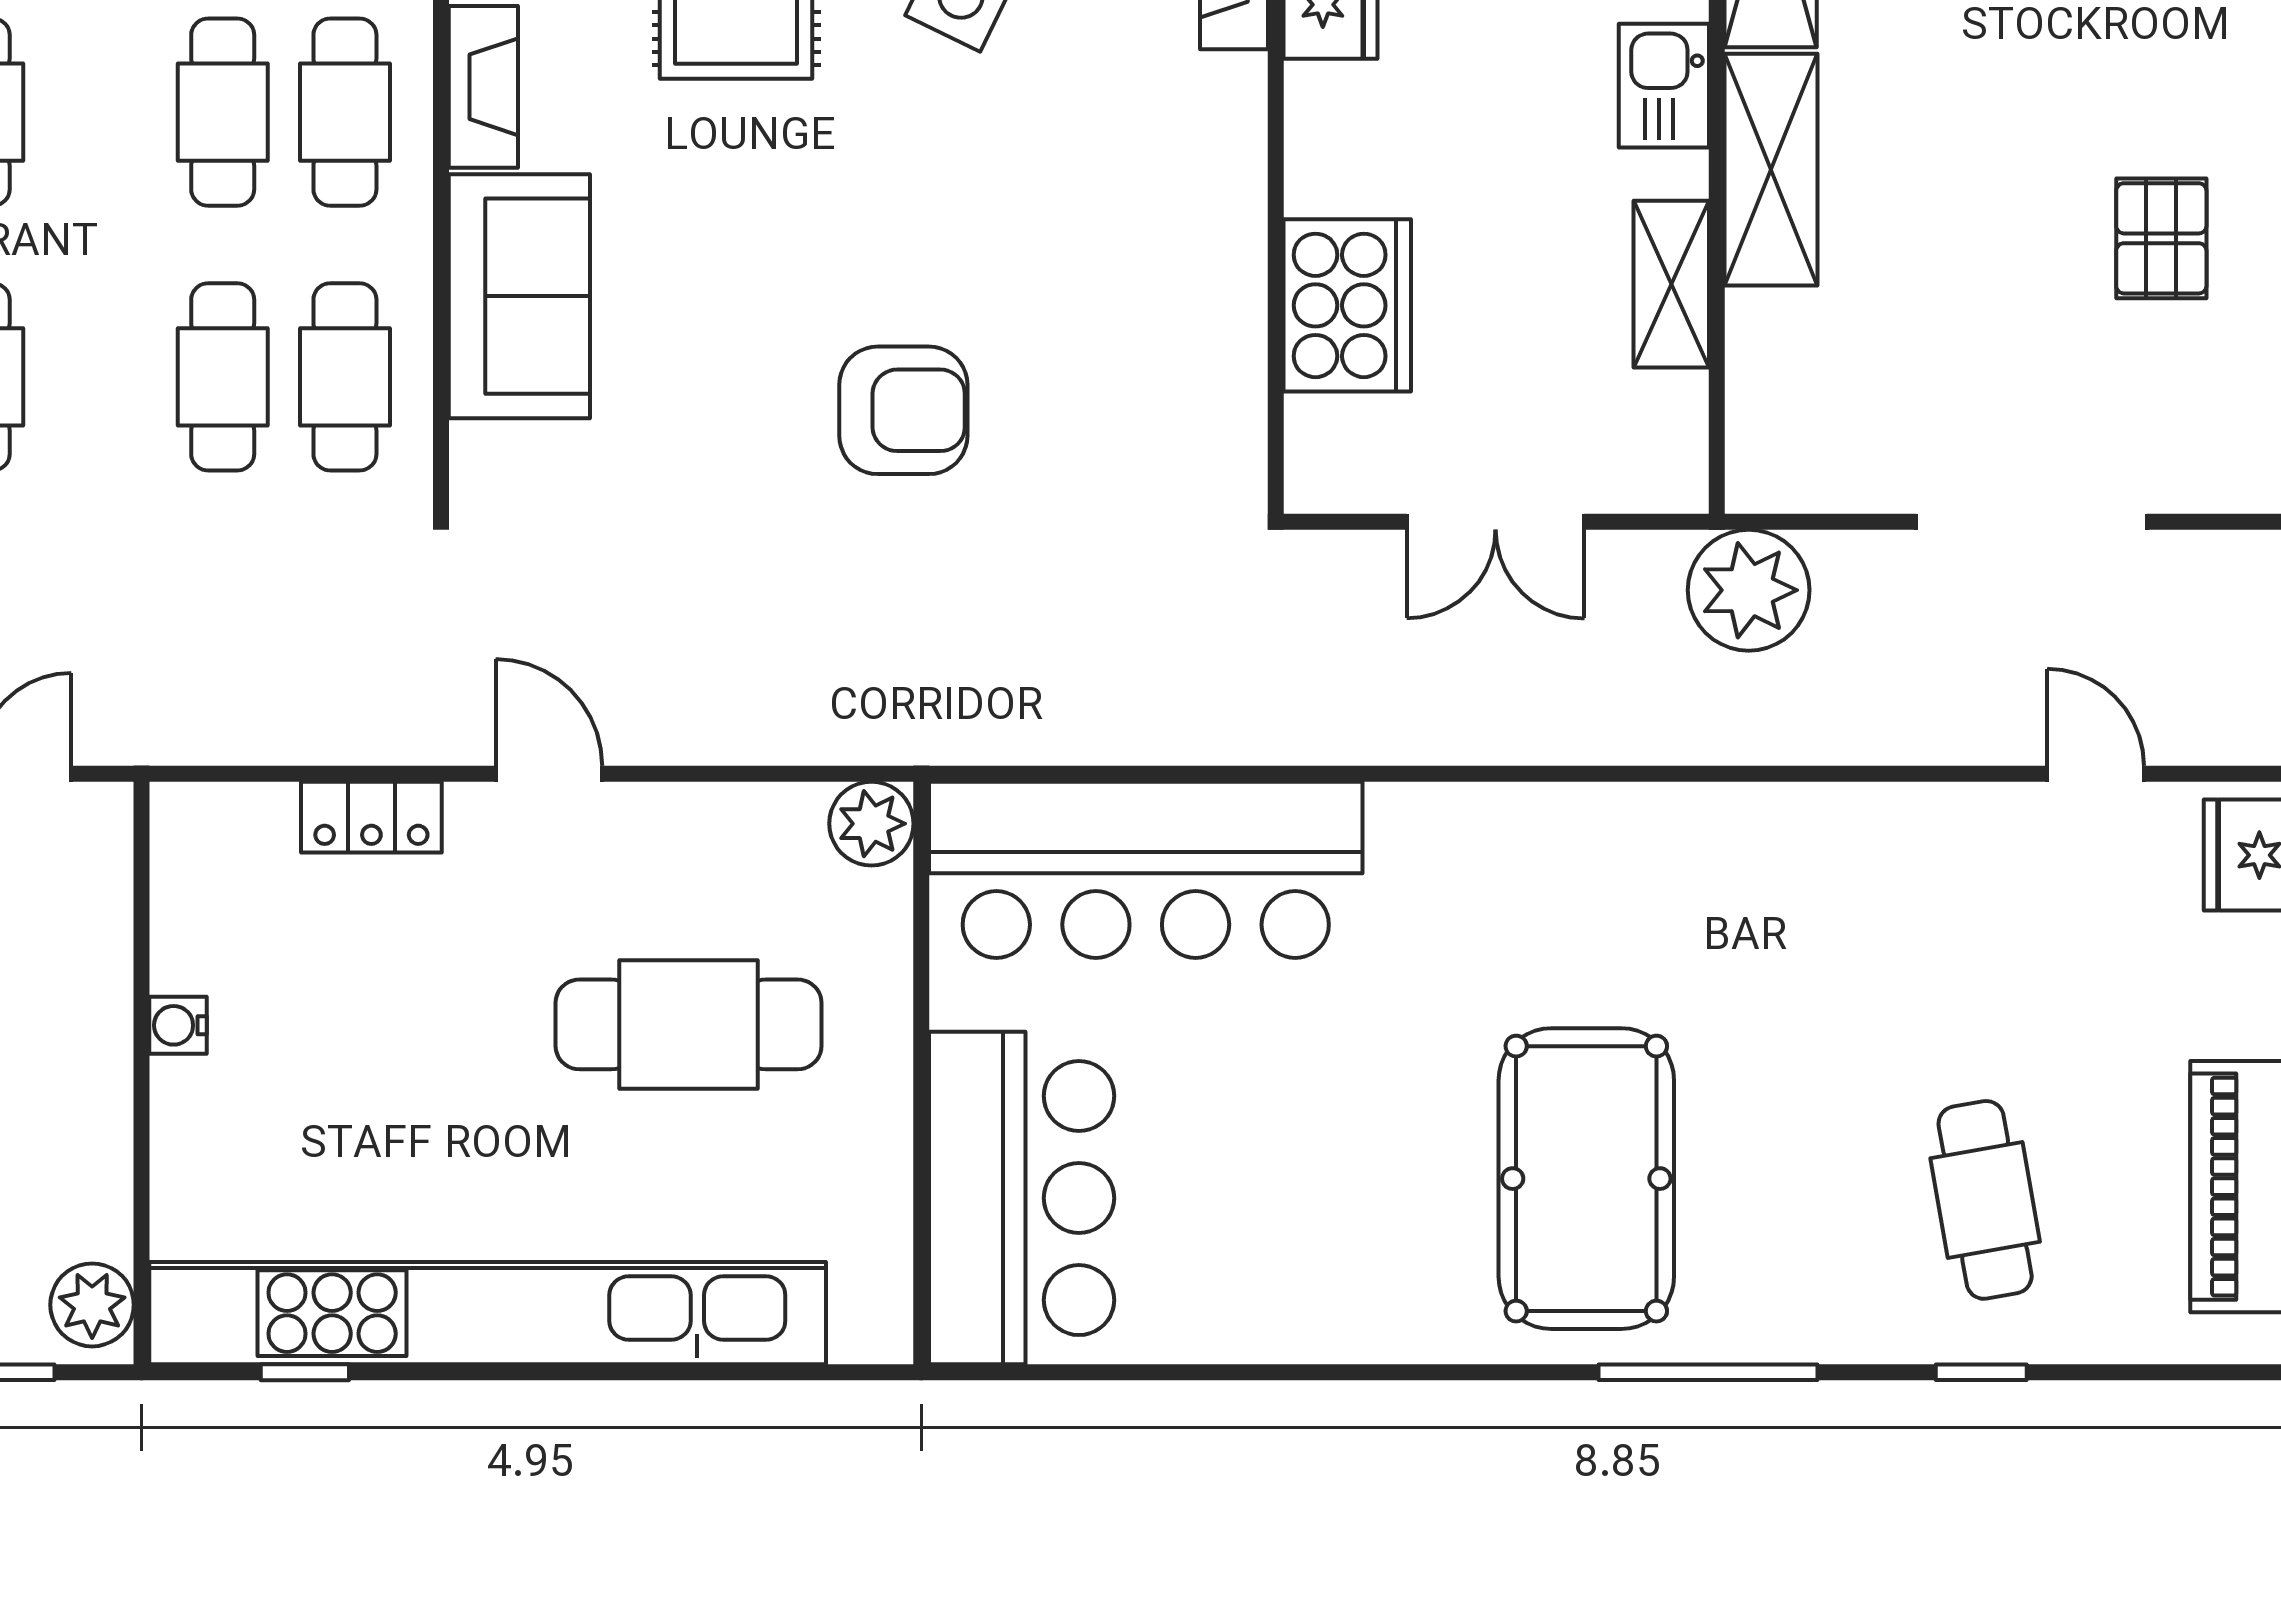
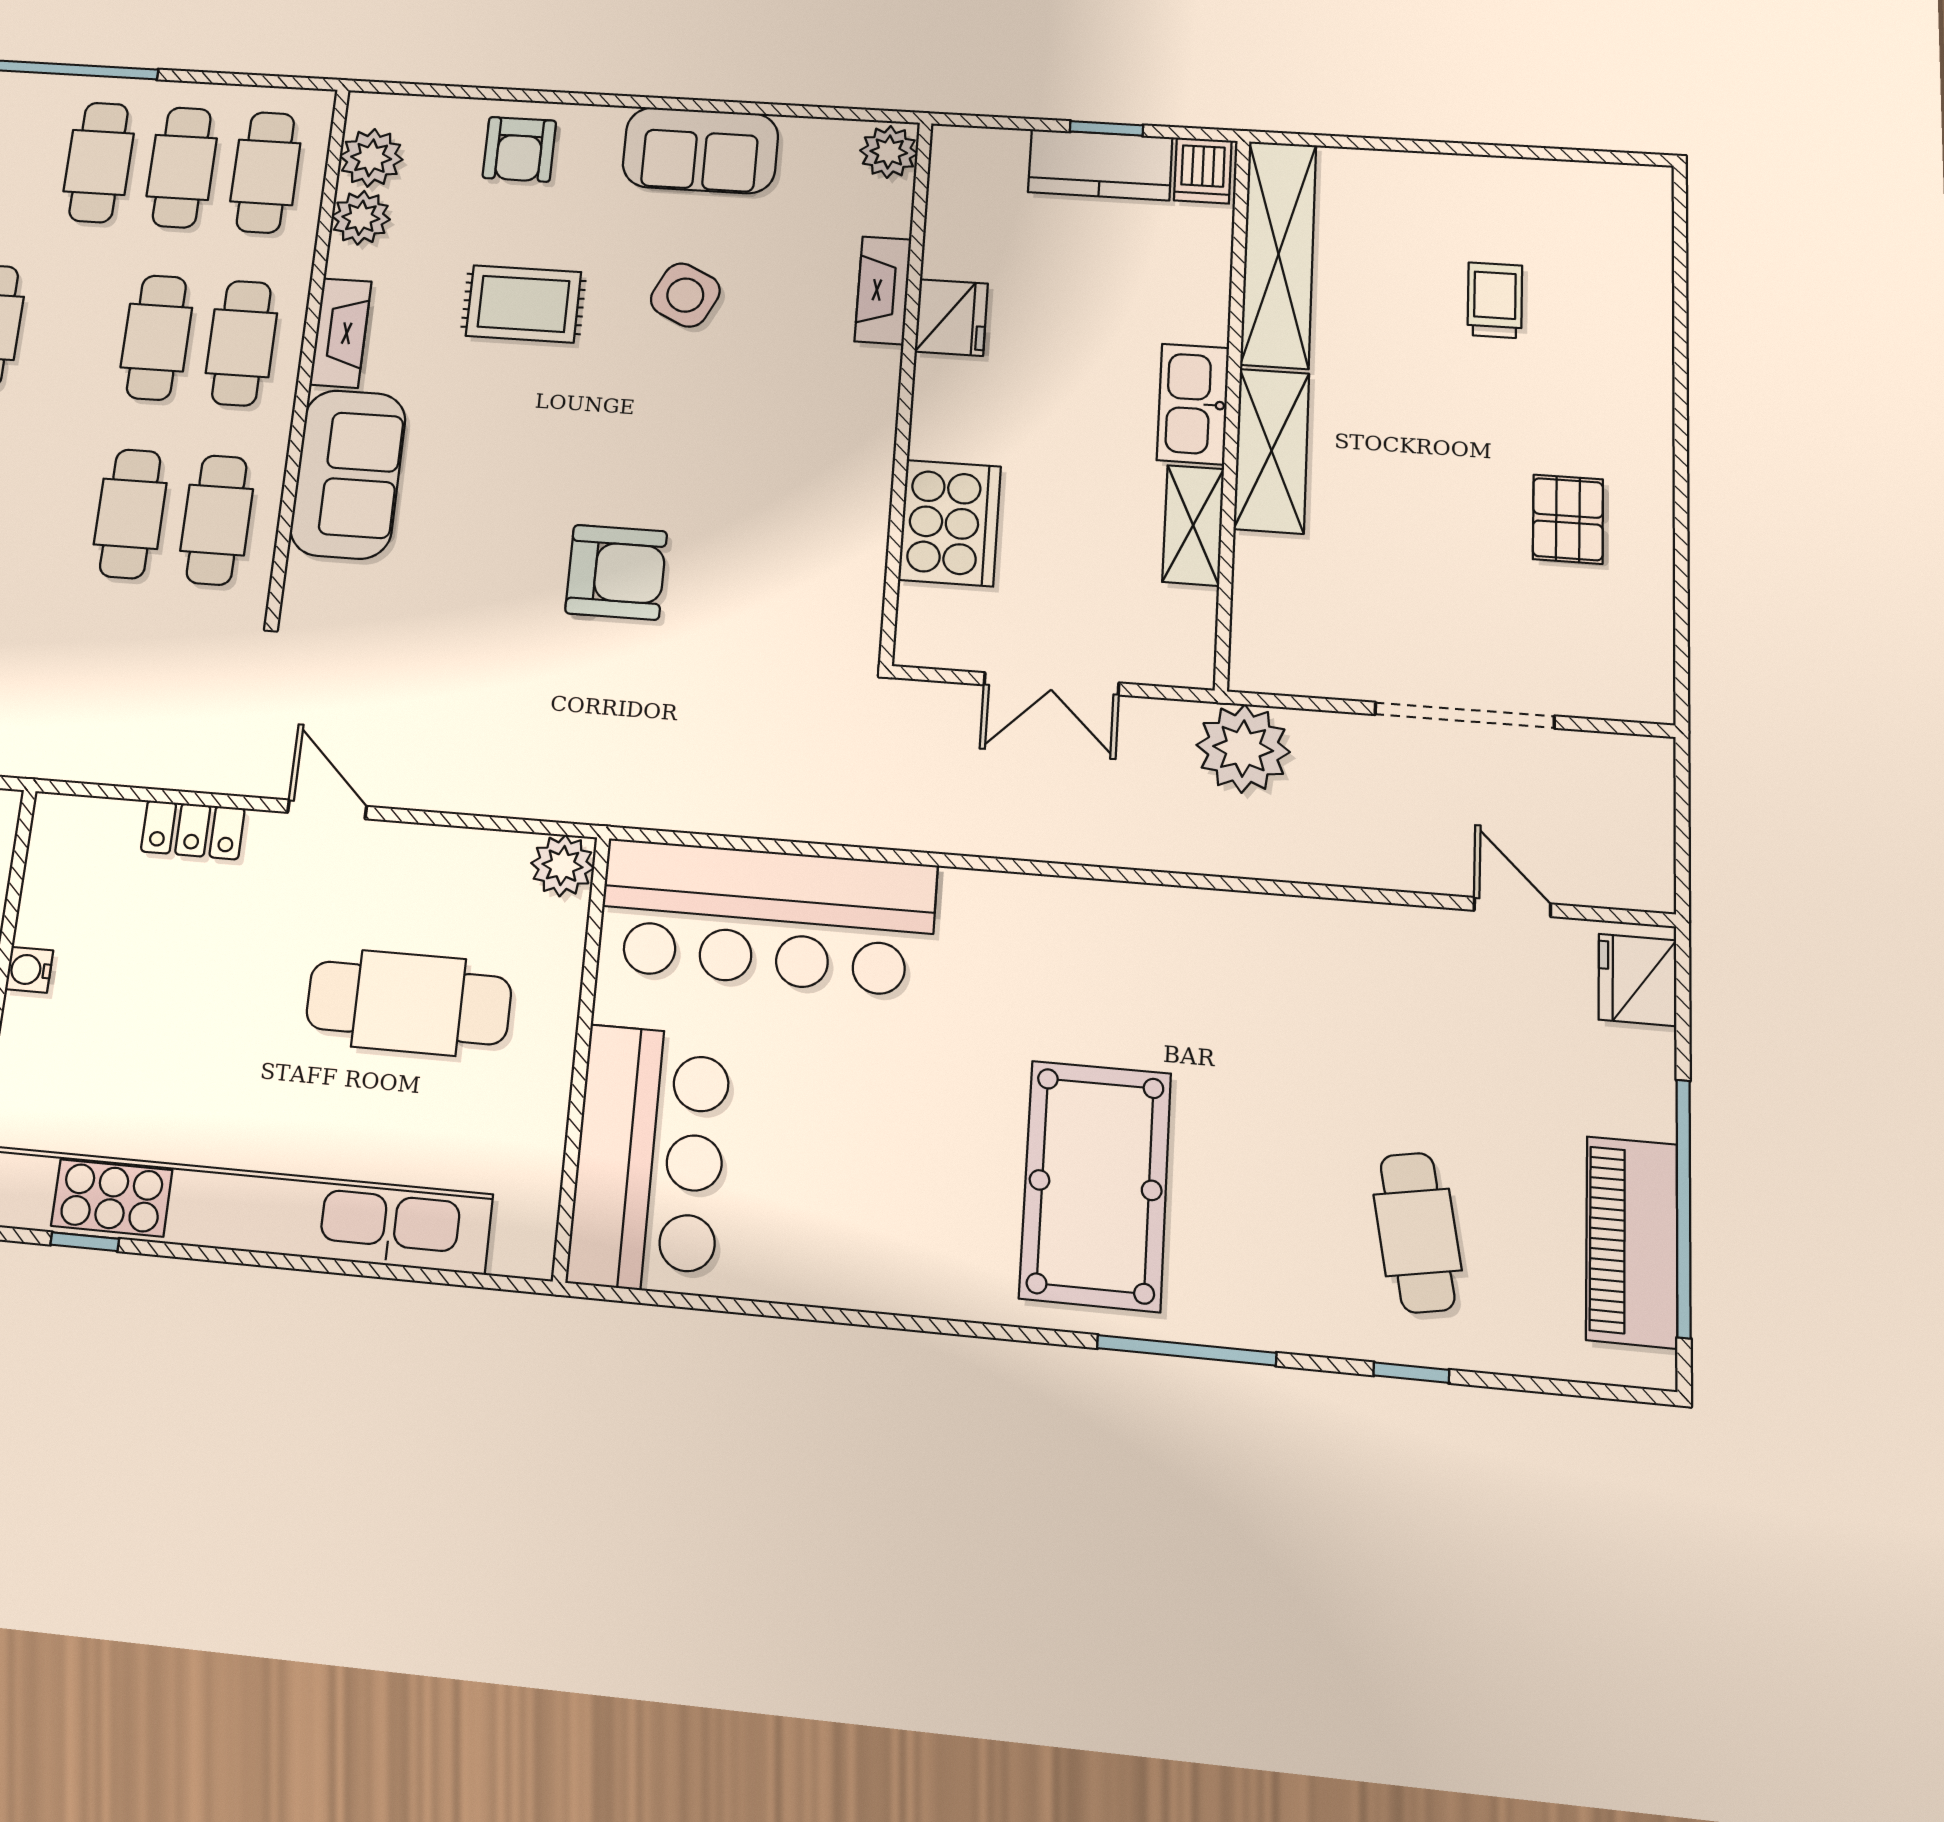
kitchen sink: (1664, 86) -> (1193, 404), width x1.38

